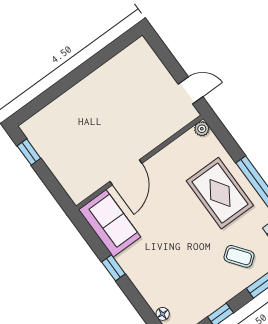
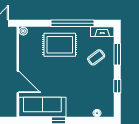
sofa: (110, 223) -> (42, 107), width x1.36

